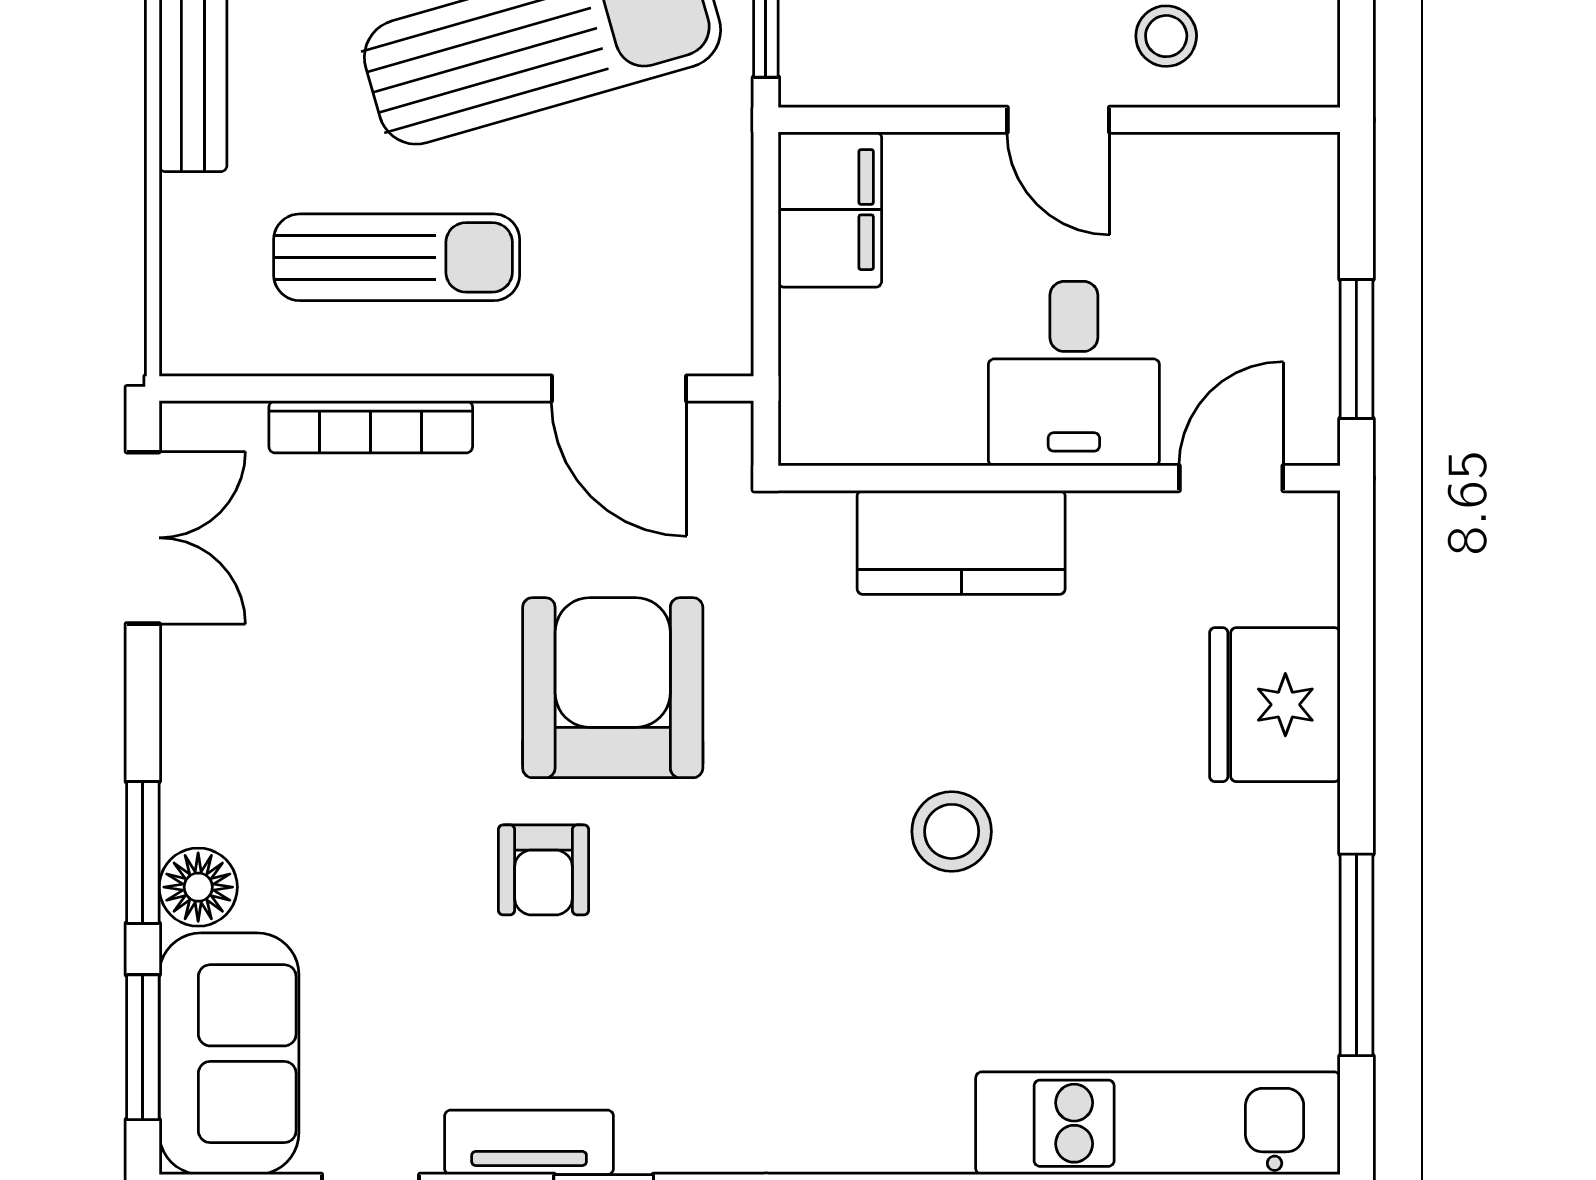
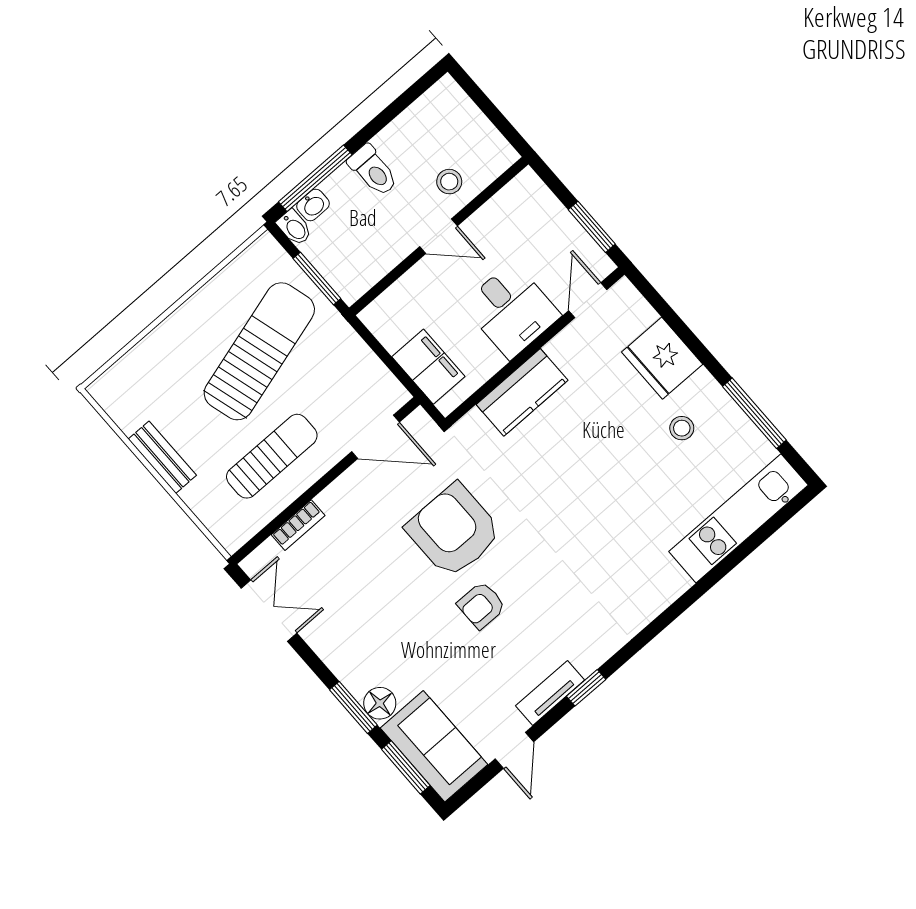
filing cabinet: (830, 210) -> (428, 367), moved
bookcase: (371, 427) -> (298, 525), width x0.64
stool: (952, 831) -> (682, 428), moved, width x0.73, depth x0.73
armchair: (544, 870) -> (481, 605), turned 90

